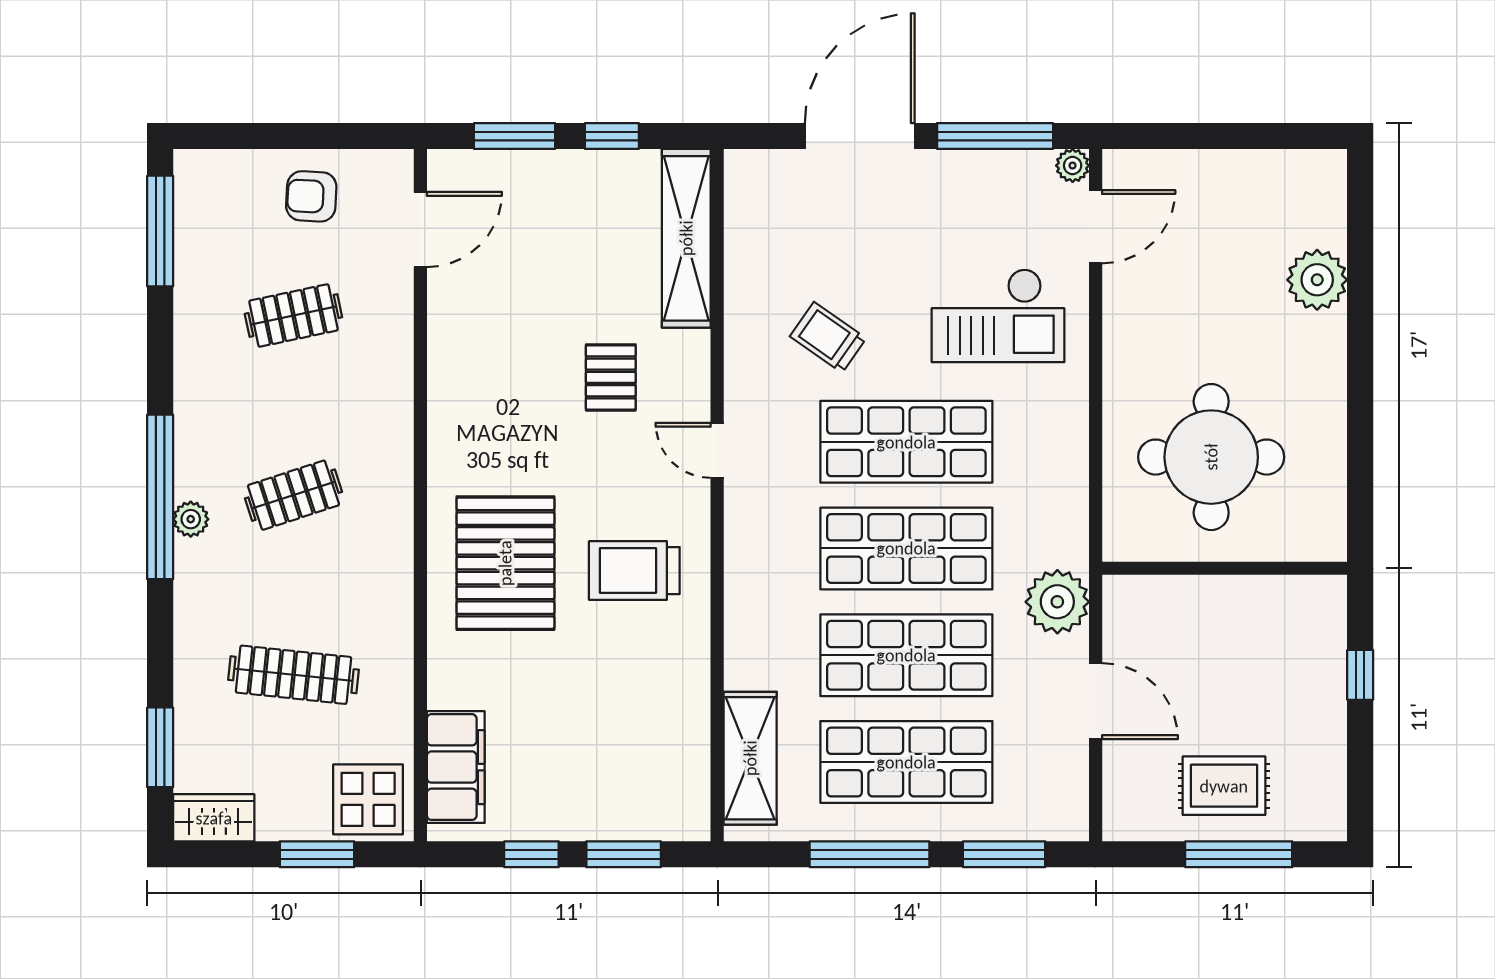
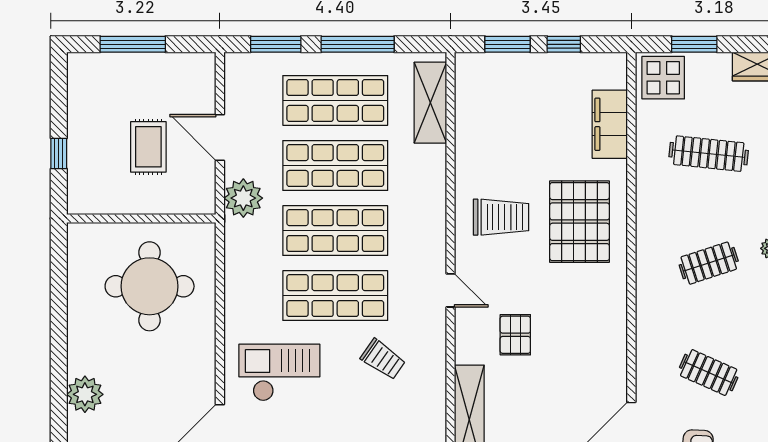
clothes rail: (293, 315) -> (709, 373), turned 36
filing cabinet: (456, 767) -> (610, 124), moved
rug: (1224, 786) -> (148, 147), moved, turned 90

